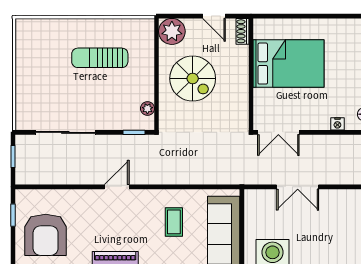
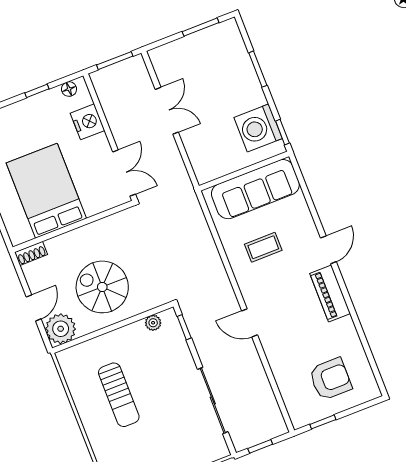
door: (214, 16) -> (34, 308), moved
spiral stairs: (193, 79) -> (102, 287), turned -90
nightstand: (337, 124) -> (88, 122), width x1.89, depth x1.79
double door: (298, 187) -> (167, 111), moved
armchair: (46, 235) -> (330, 379), width x0.73, depth x0.73

